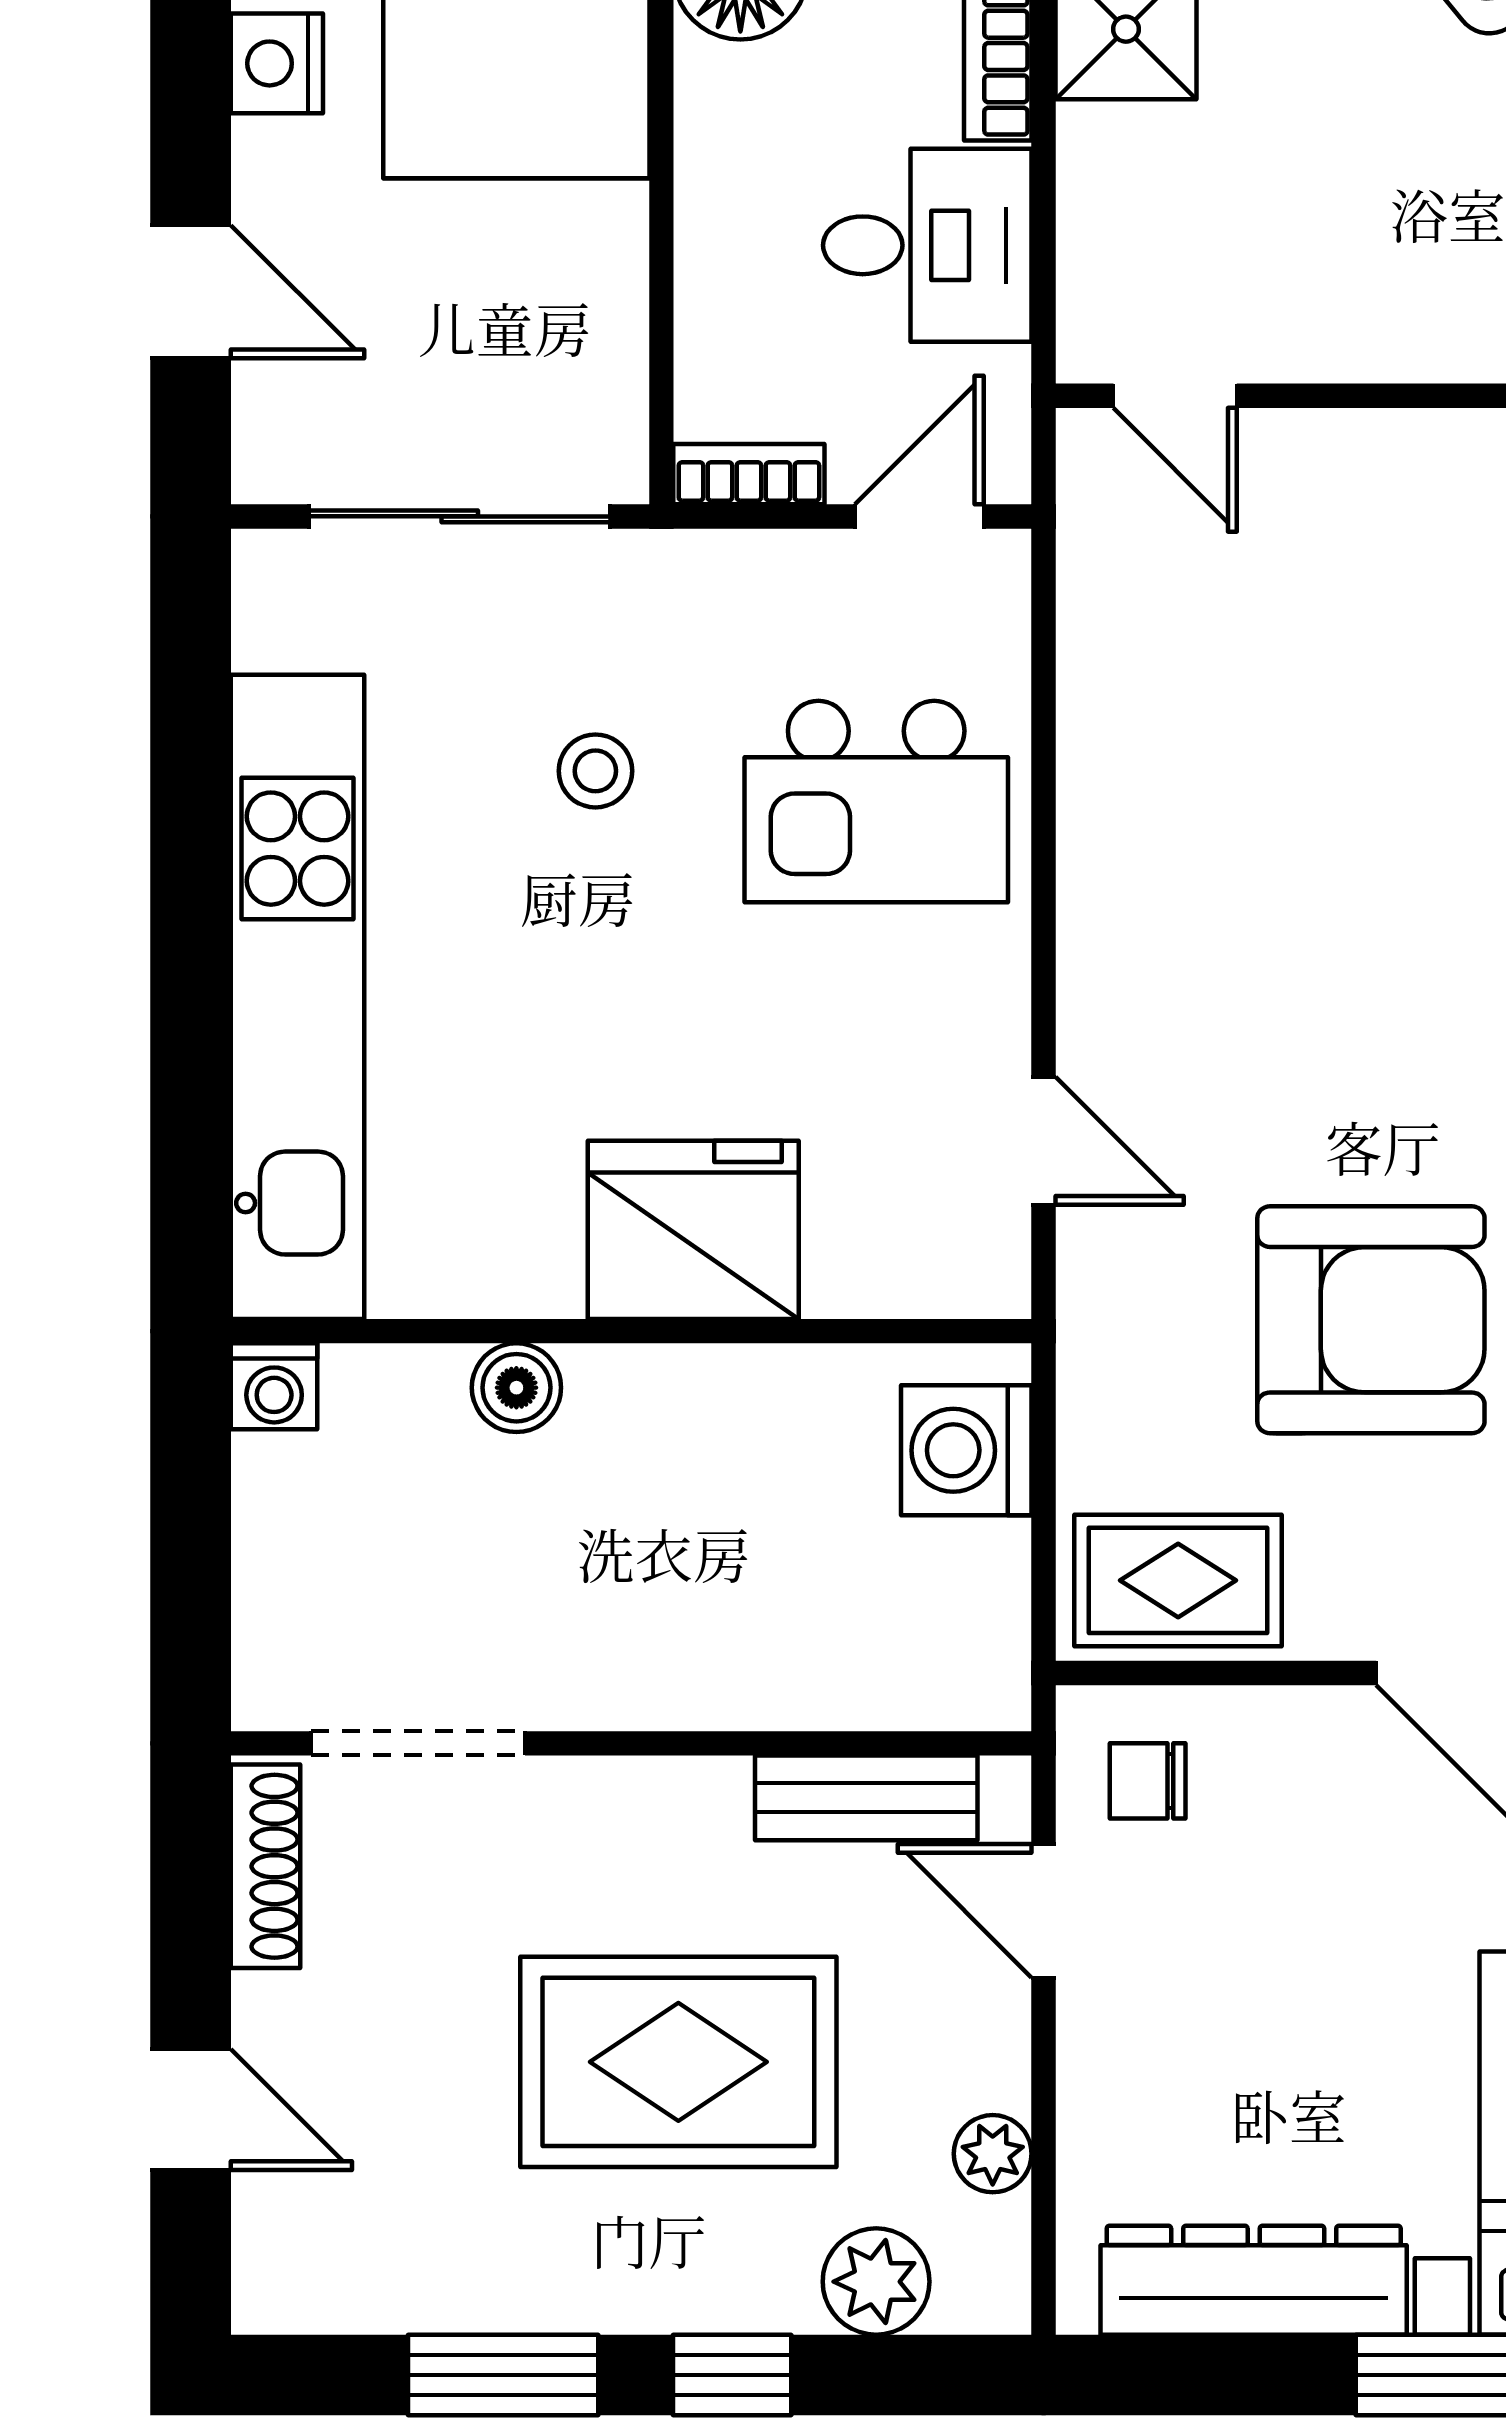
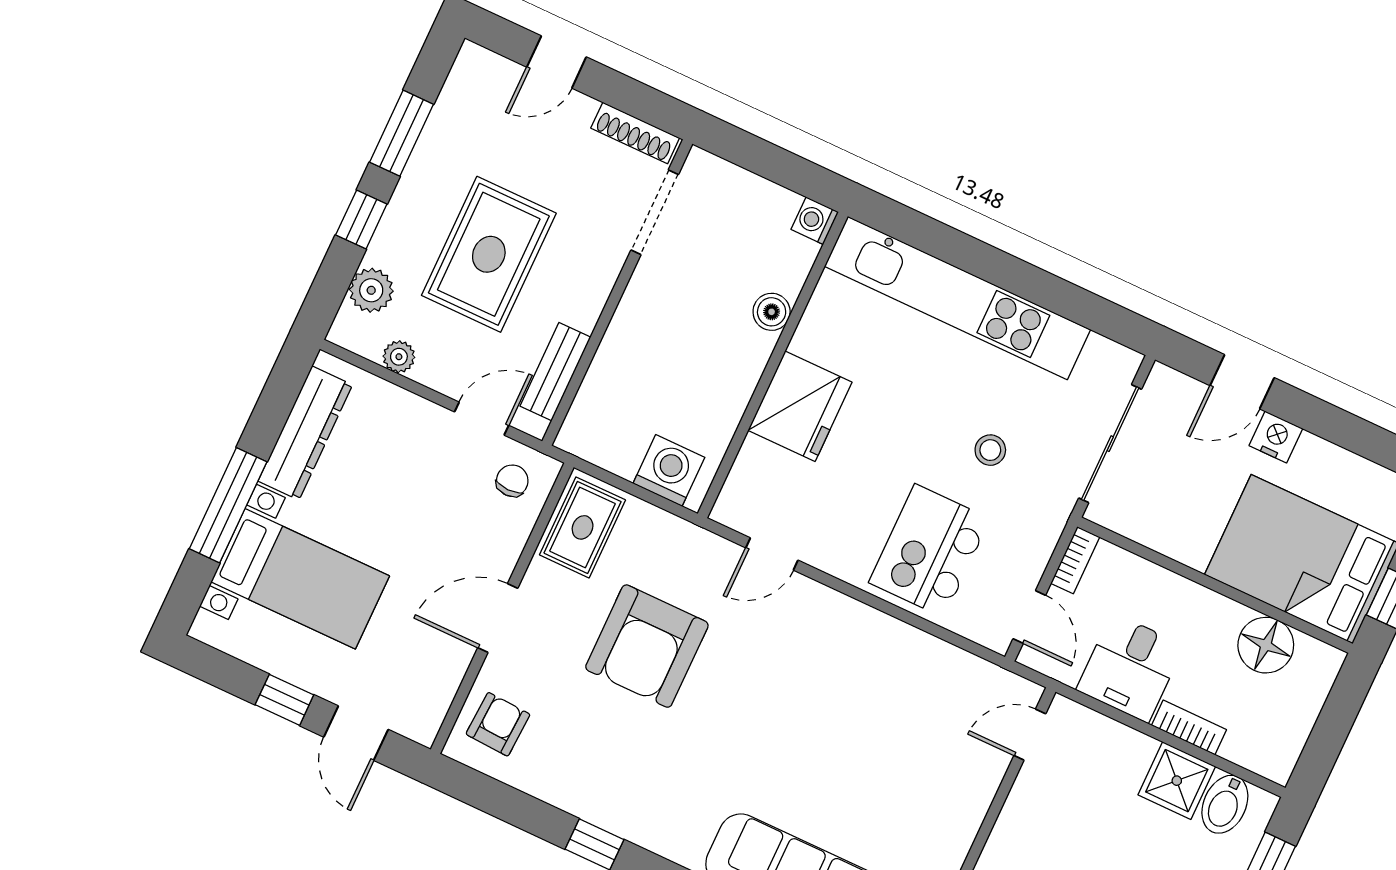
nightstand: (277, 63) -> (1276, 437), moved

